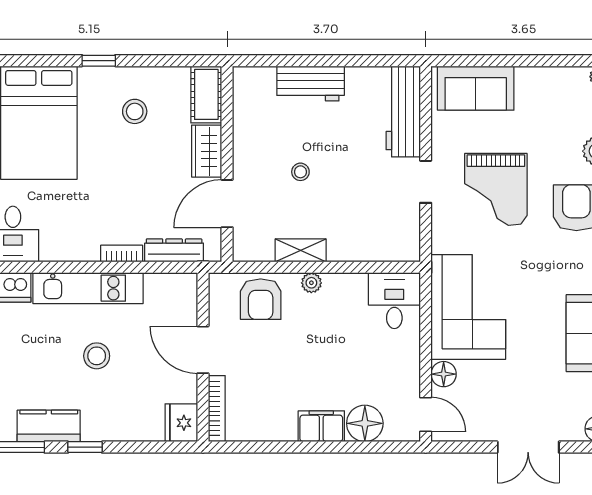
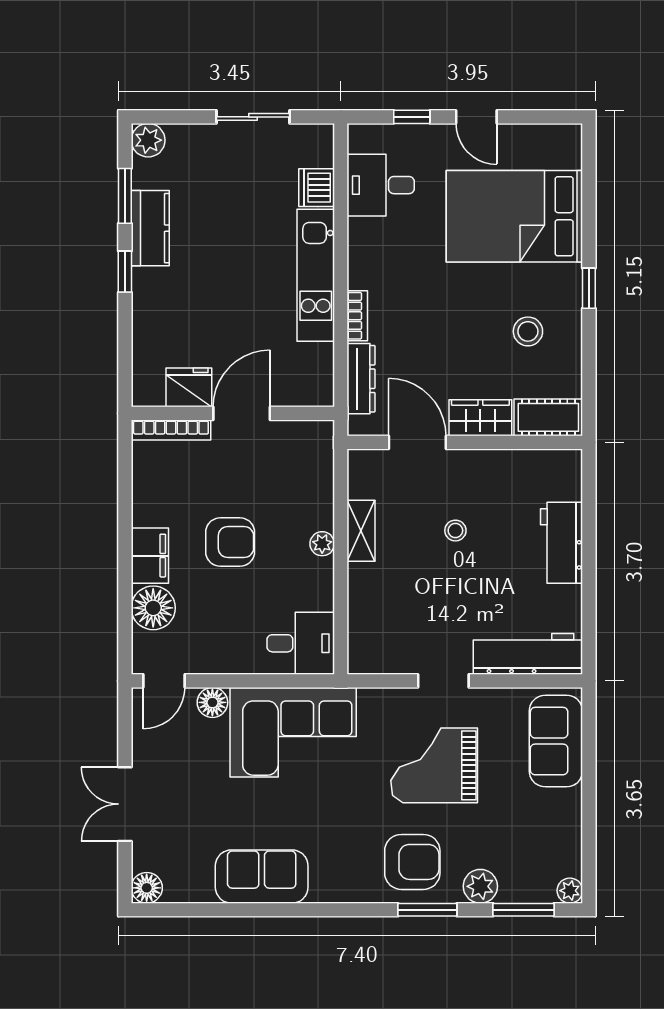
armchair: (261, 299) -> (230, 542), moved, turned 180
stool: (97, 356) -> (234, 286), removed
fridge: (181, 423) -> (189, 387), moved

